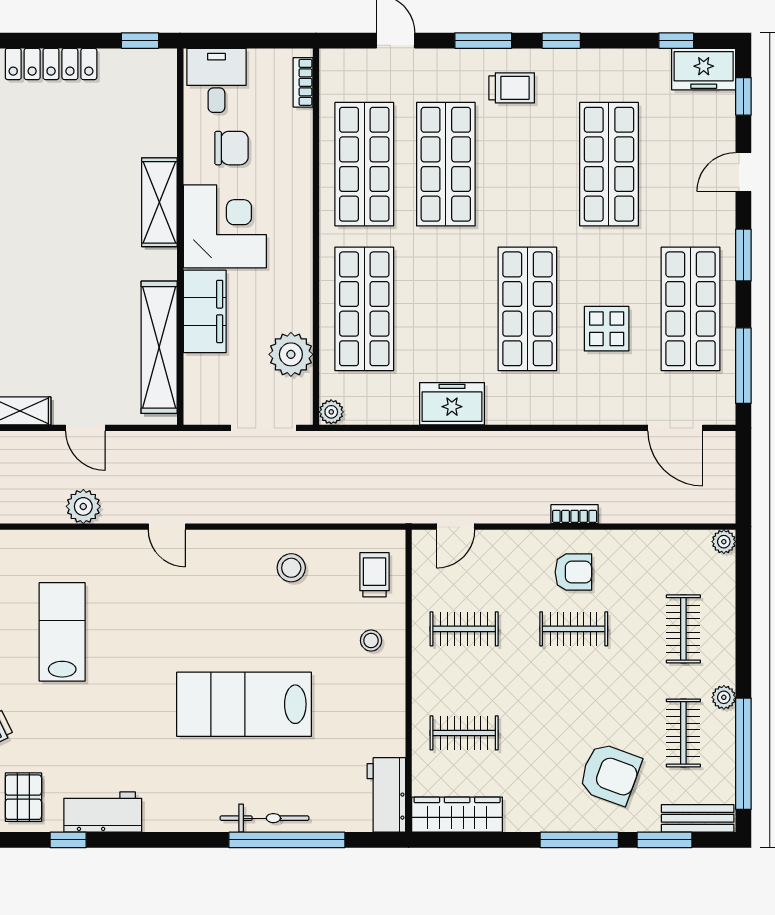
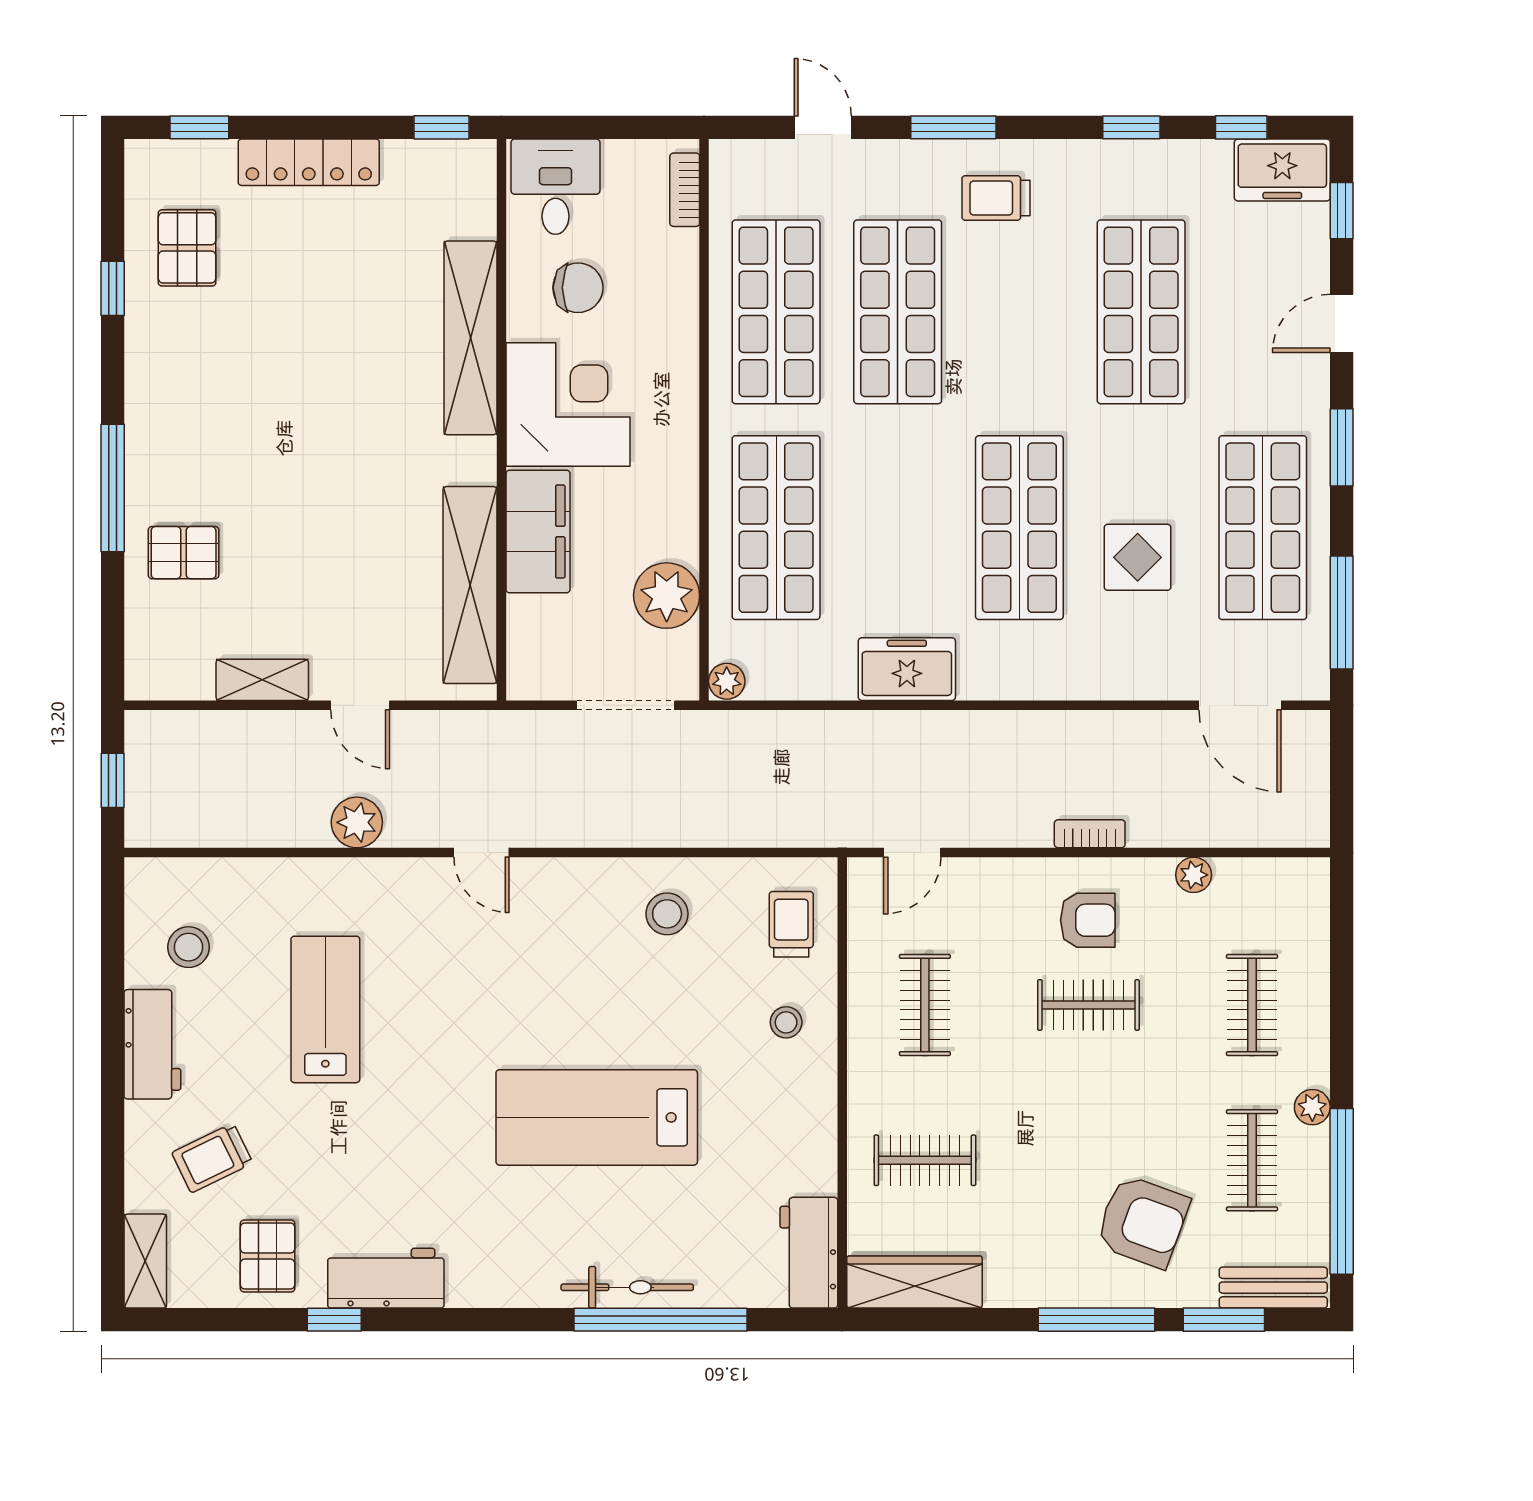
window: (561, 41) -> (1131, 127), moved
trolley: (512, 88) -> (996, 198), turned 180
shelving: (159, 202) -> (470, 338), width x1.47
plant: (724, 542) -> (1194, 875), moved
clothes rail: (464, 629) -> (925, 1005), turned 90

